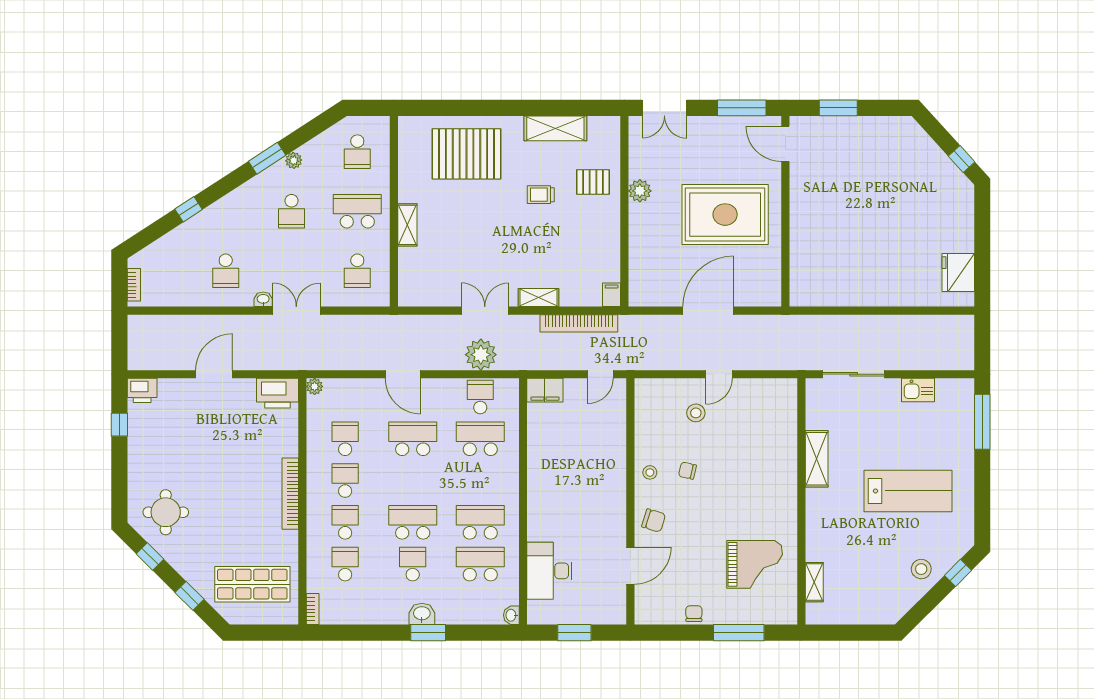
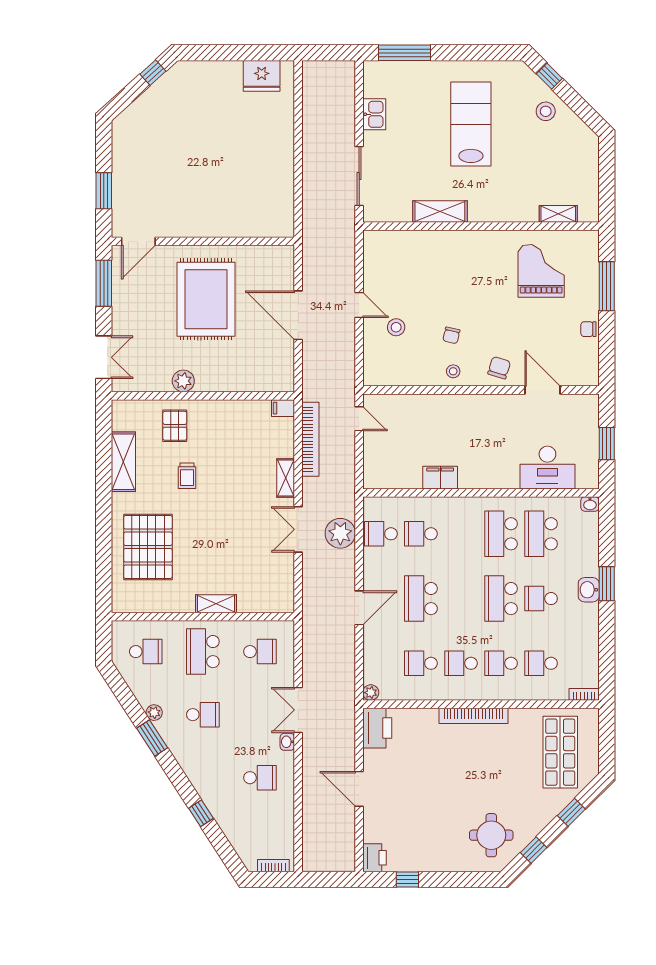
filing cabinet: (545, 390) -> (440, 478), moved, turned -90
school desk: (480, 439) -> (421, 534), width x0.54

